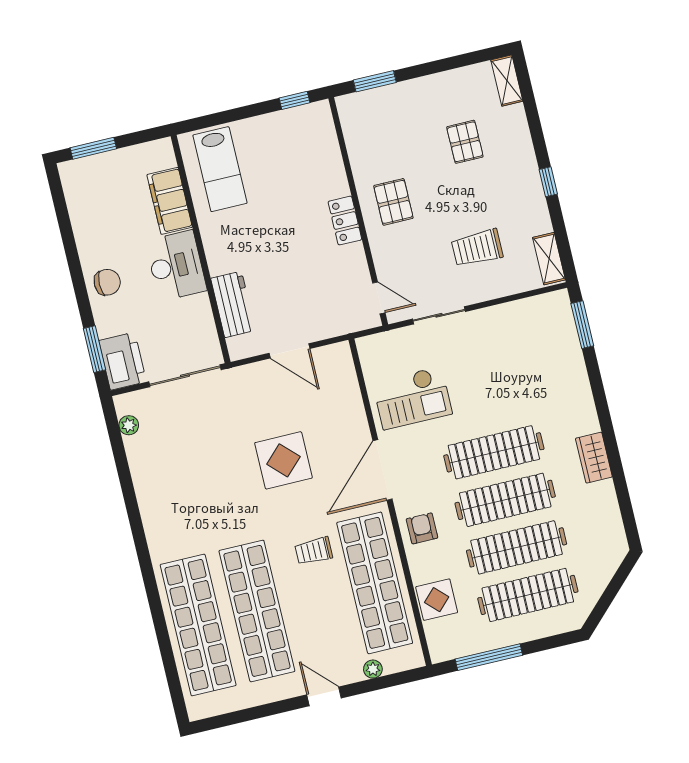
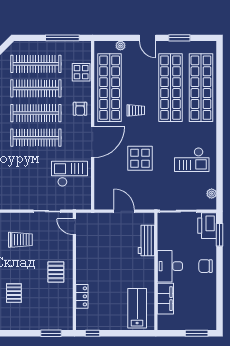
locker: (345, 221) -> (82, 296), moved
checkout: (183, 482) -> (192, 160), added
window: (263, 711) -> (179, 38), added

